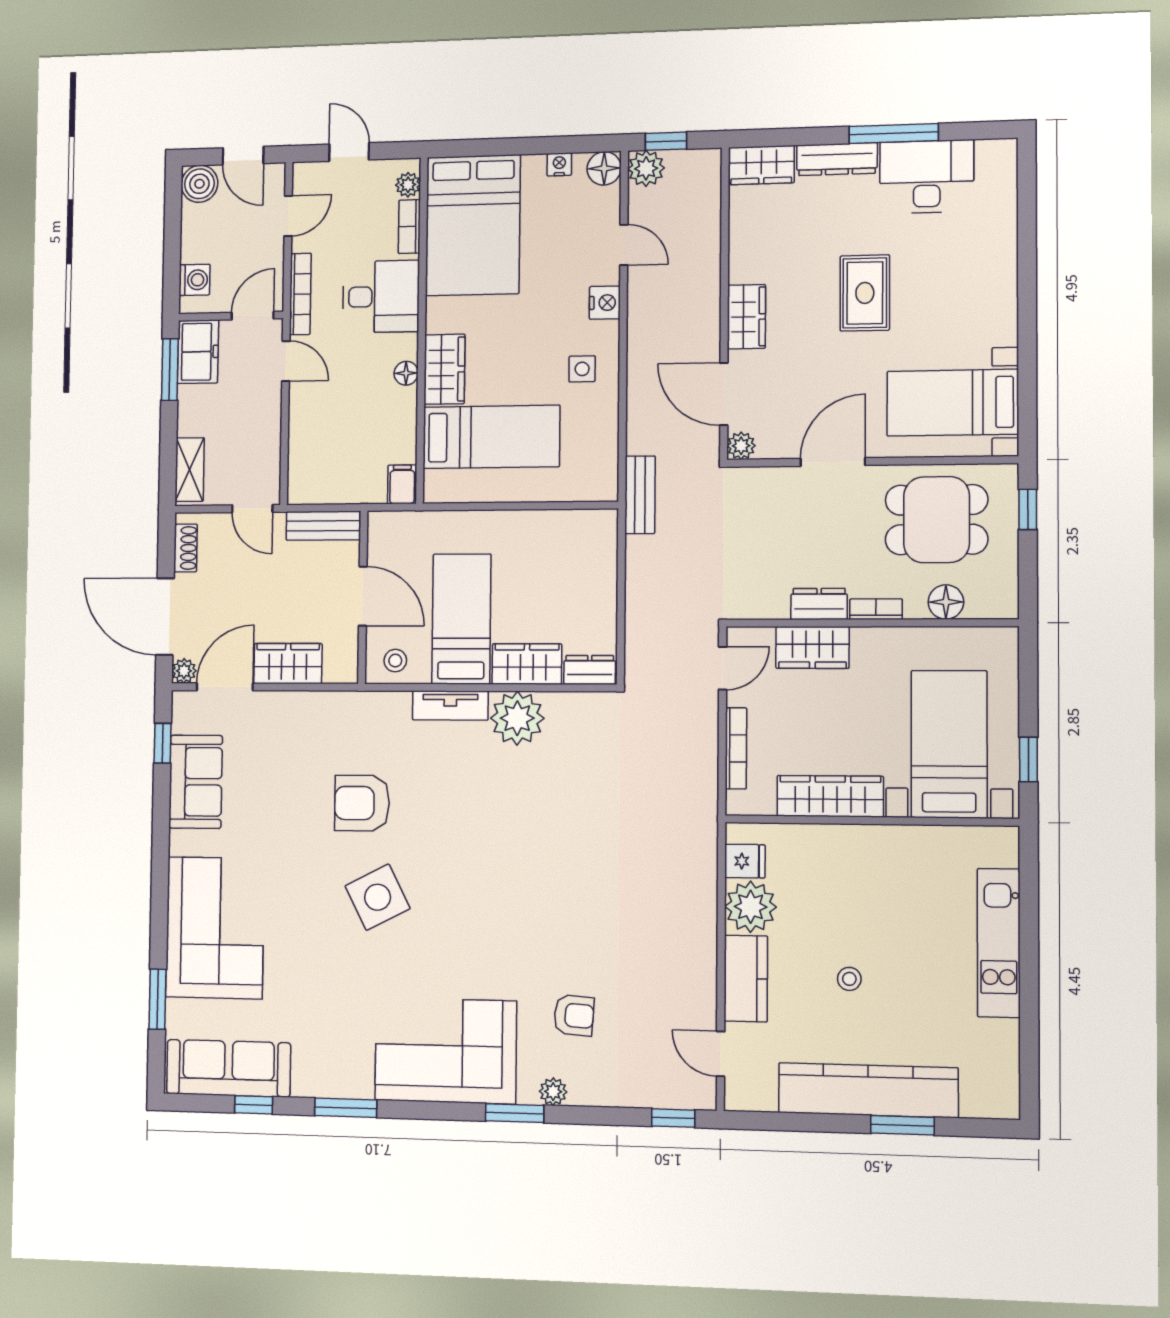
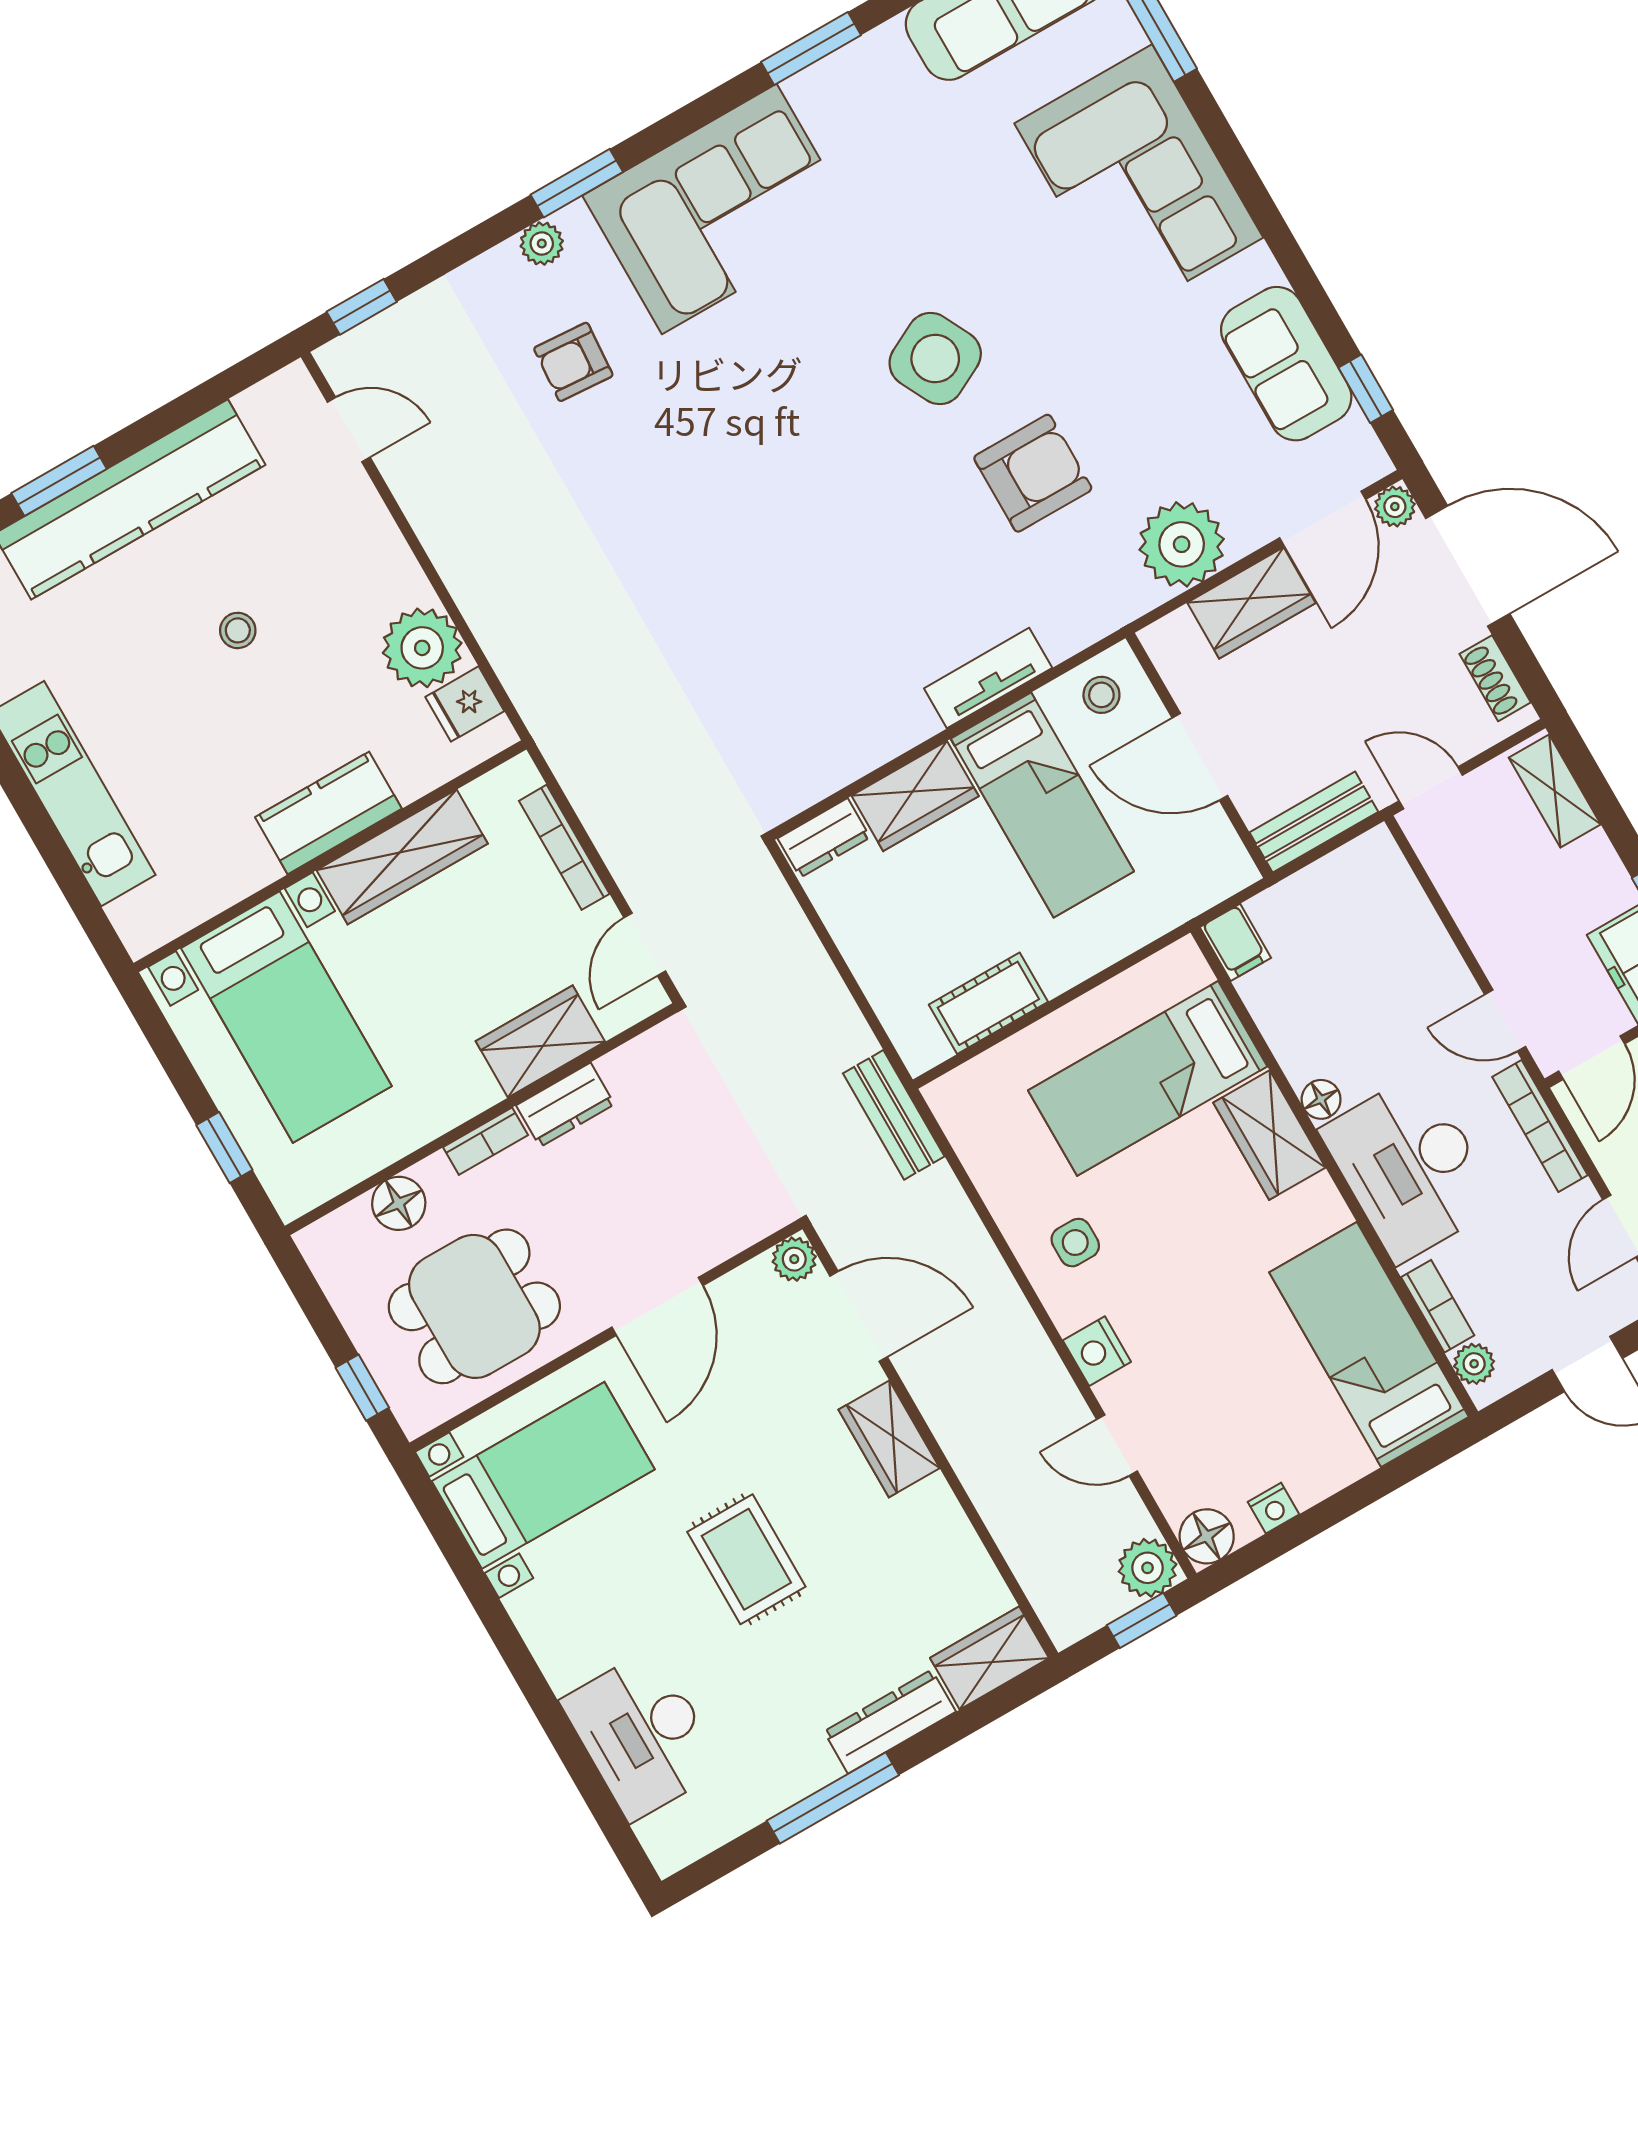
desk: (927, 177) -> (642, 1735), moved, turned 90
bed: (473, 225) -> (1369, 1345), width x0.67
desk: (381, 297) -> (1410, 1167), width x1.37
cot: (553, 527) -> (988, 1003), added
plant: (517, 718) -> (1182, 544), moved
window: (1028, 759) -> (224, 1148), moved
kitchen counter: (746, 979) -> (328, 813), moved, turned 90

